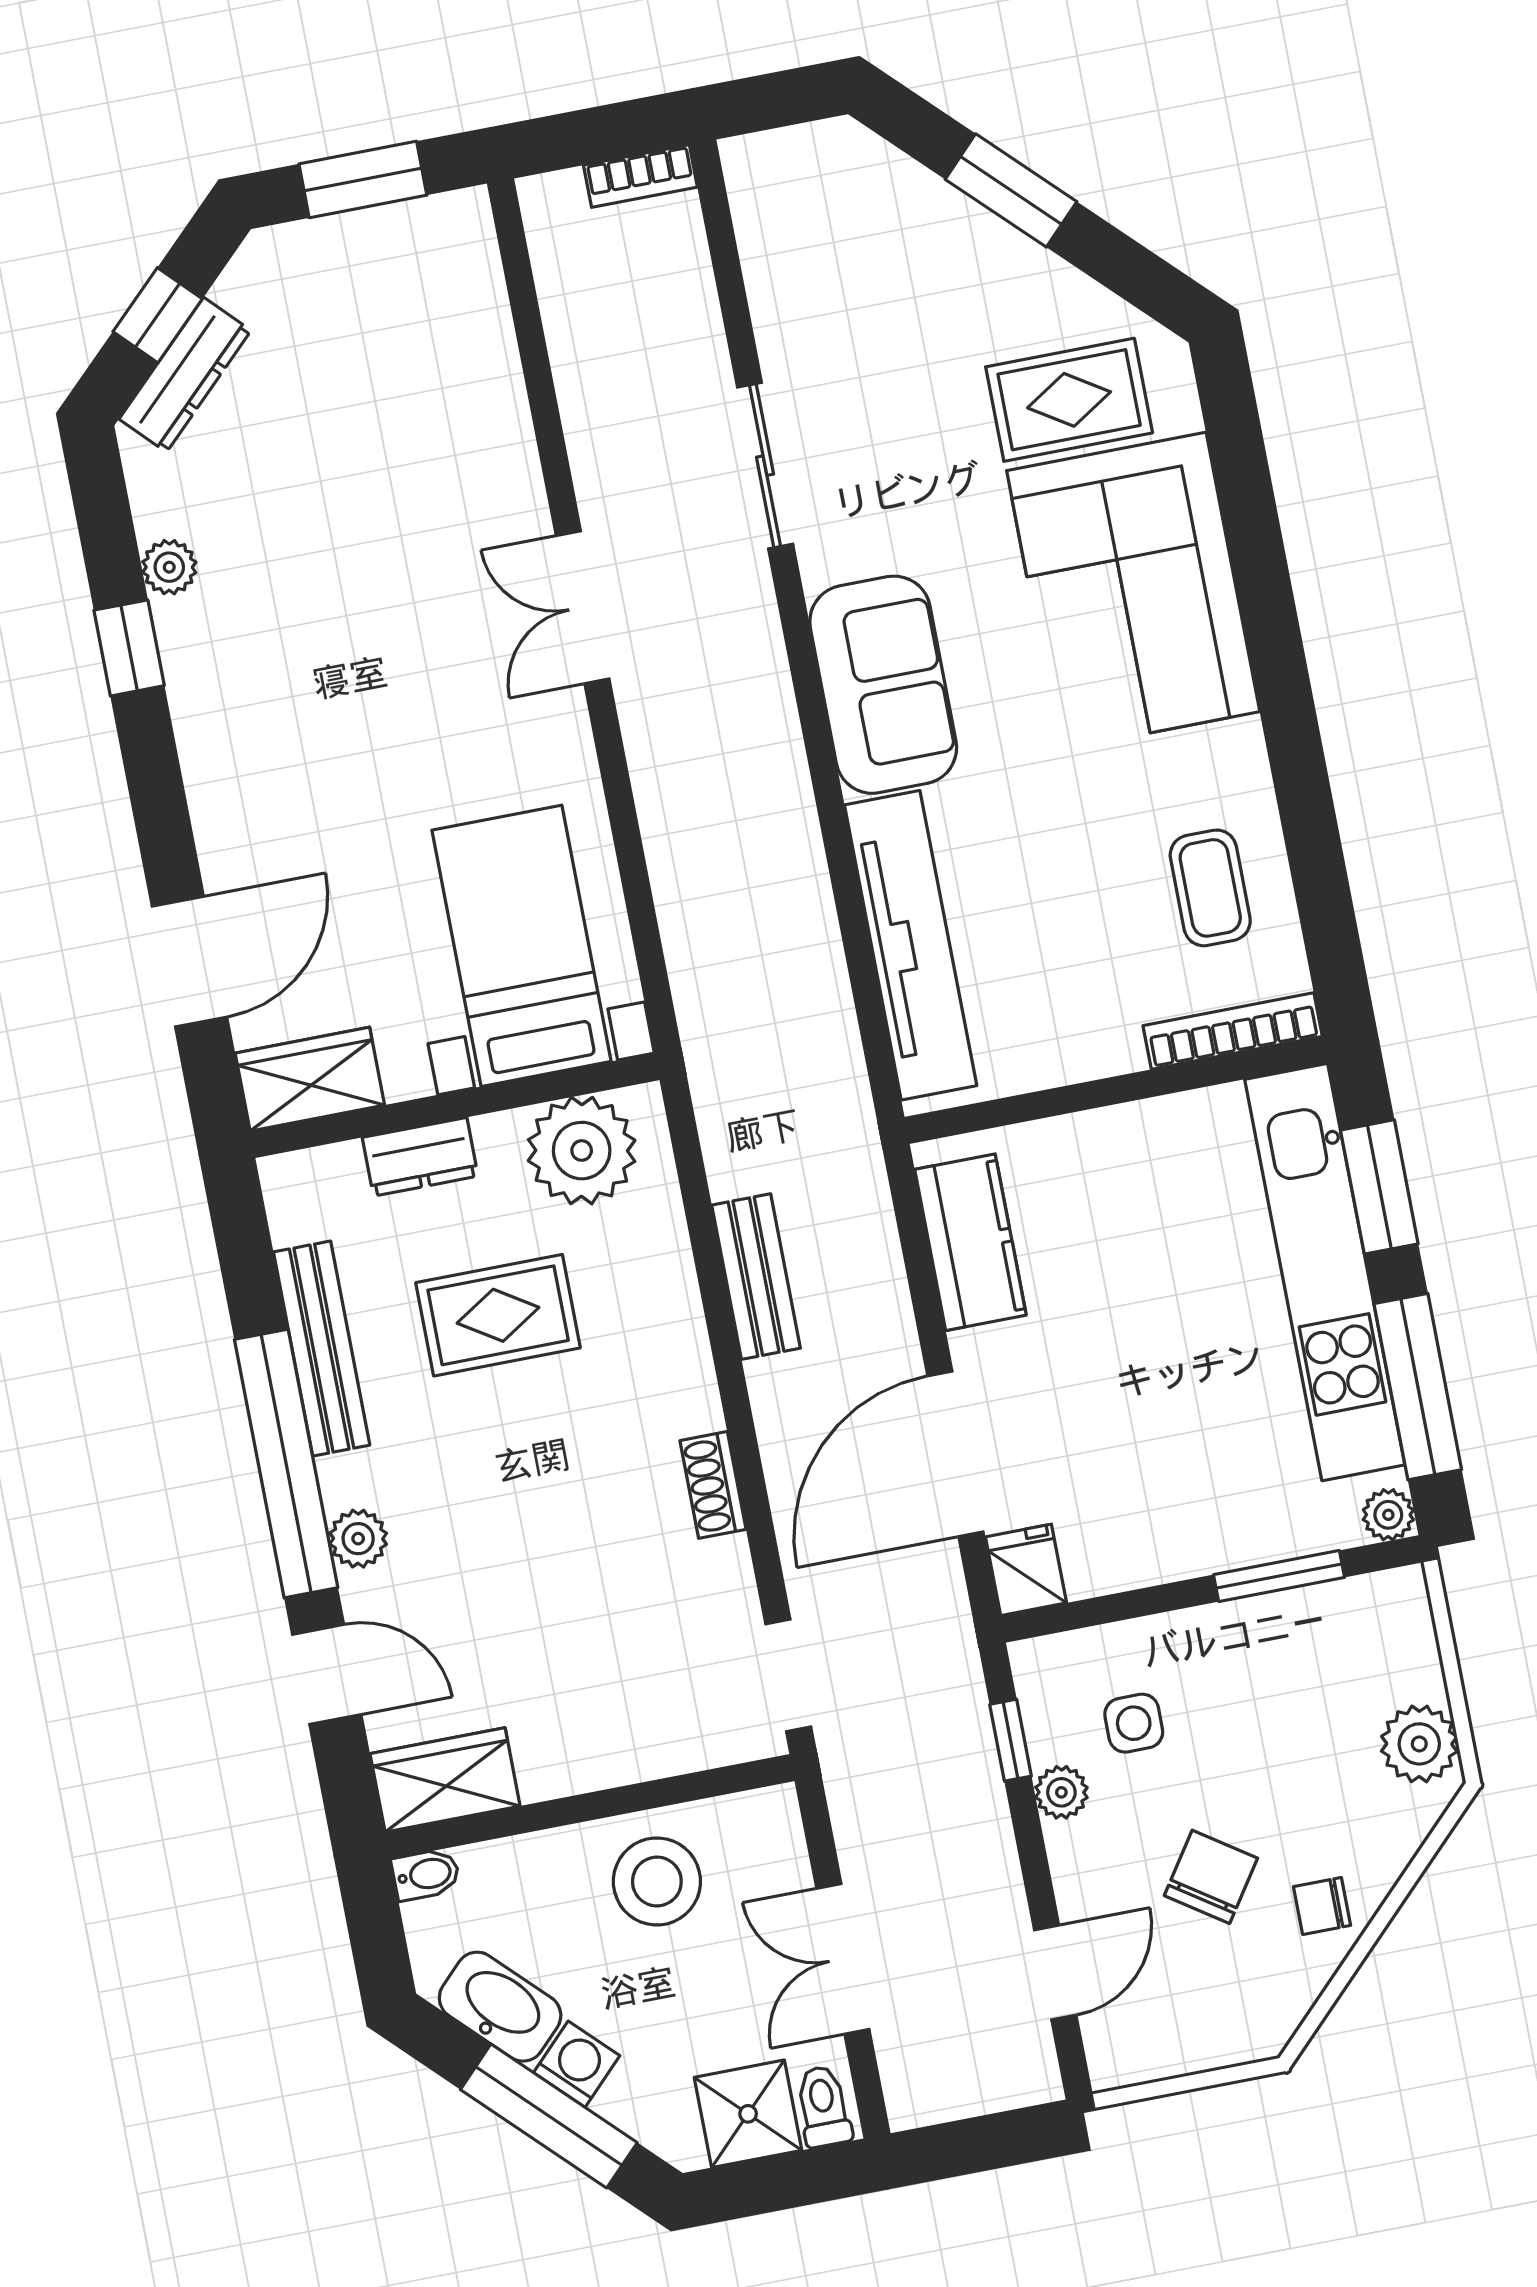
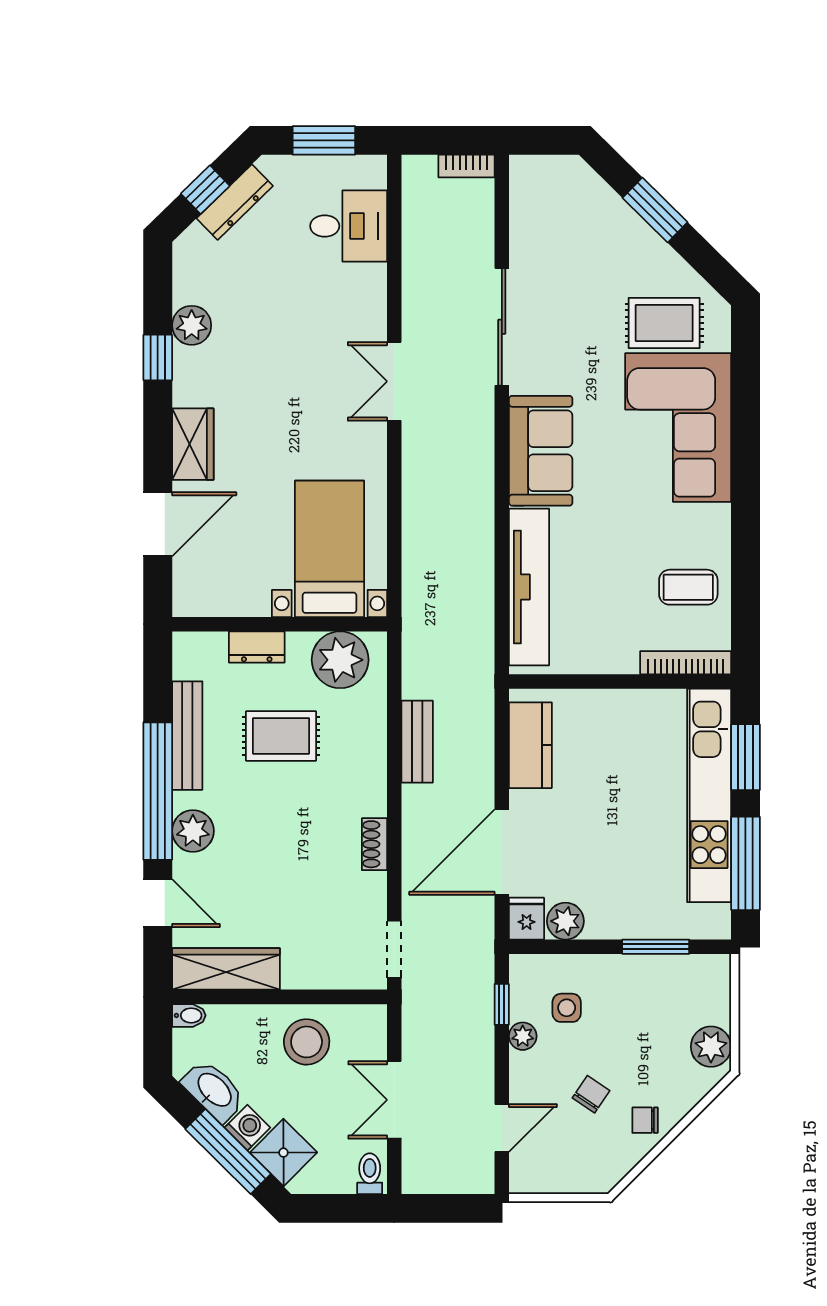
desk: (440, 332) -> (349, 226), added
dresser: (185, 375) -> (235, 202), moved
sliding door: (765, 466) -> (502, 327), width x1.37
plant: (169, 567) -> (192, 325), width x1.38, depth x1.38
coffee table: (1210, 888) -> (688, 587), turned 90
wardrobe: (310, 1079) -> (193, 444), moved, turned 90
plant: (1388, 1515) -> (565, 921), moved, width x1.38, depth x1.38
plant: (358, 1539) -> (193, 831), width x1.38, depth x1.38
wardrobe: (445, 1780) -> (226, 969), width x1.50
chair: (1211, 1877) -> (591, 1094), width x0.73, depth x0.73
shower: (748, 2114) -> (283, 1153), moved, turned 45

